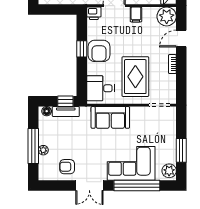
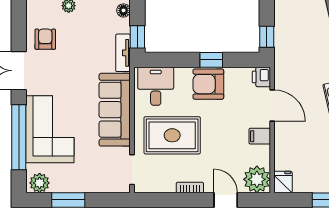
window: (65, 9) -> (267, 37), added
tv unit: (66, 112) -> (123, 53), moved
sofa: (110, 117) -> (115, 110), width x1.36

